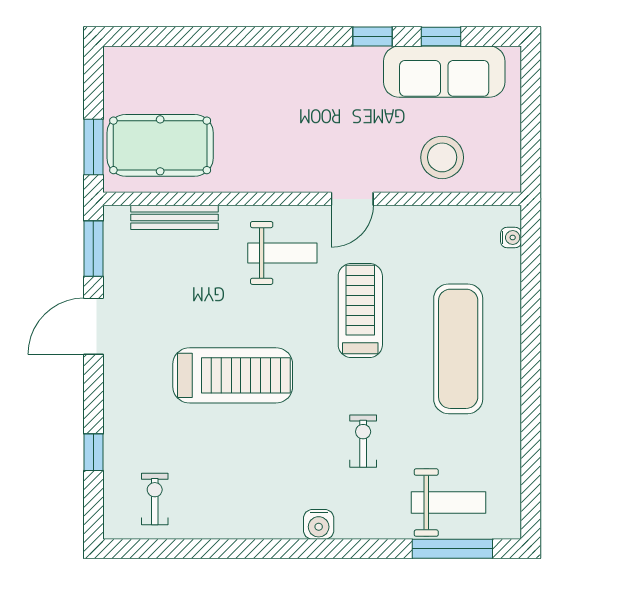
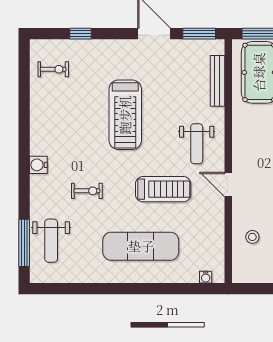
stool: (442, 157) -> (252, 237), width x0.53, depth x0.53

